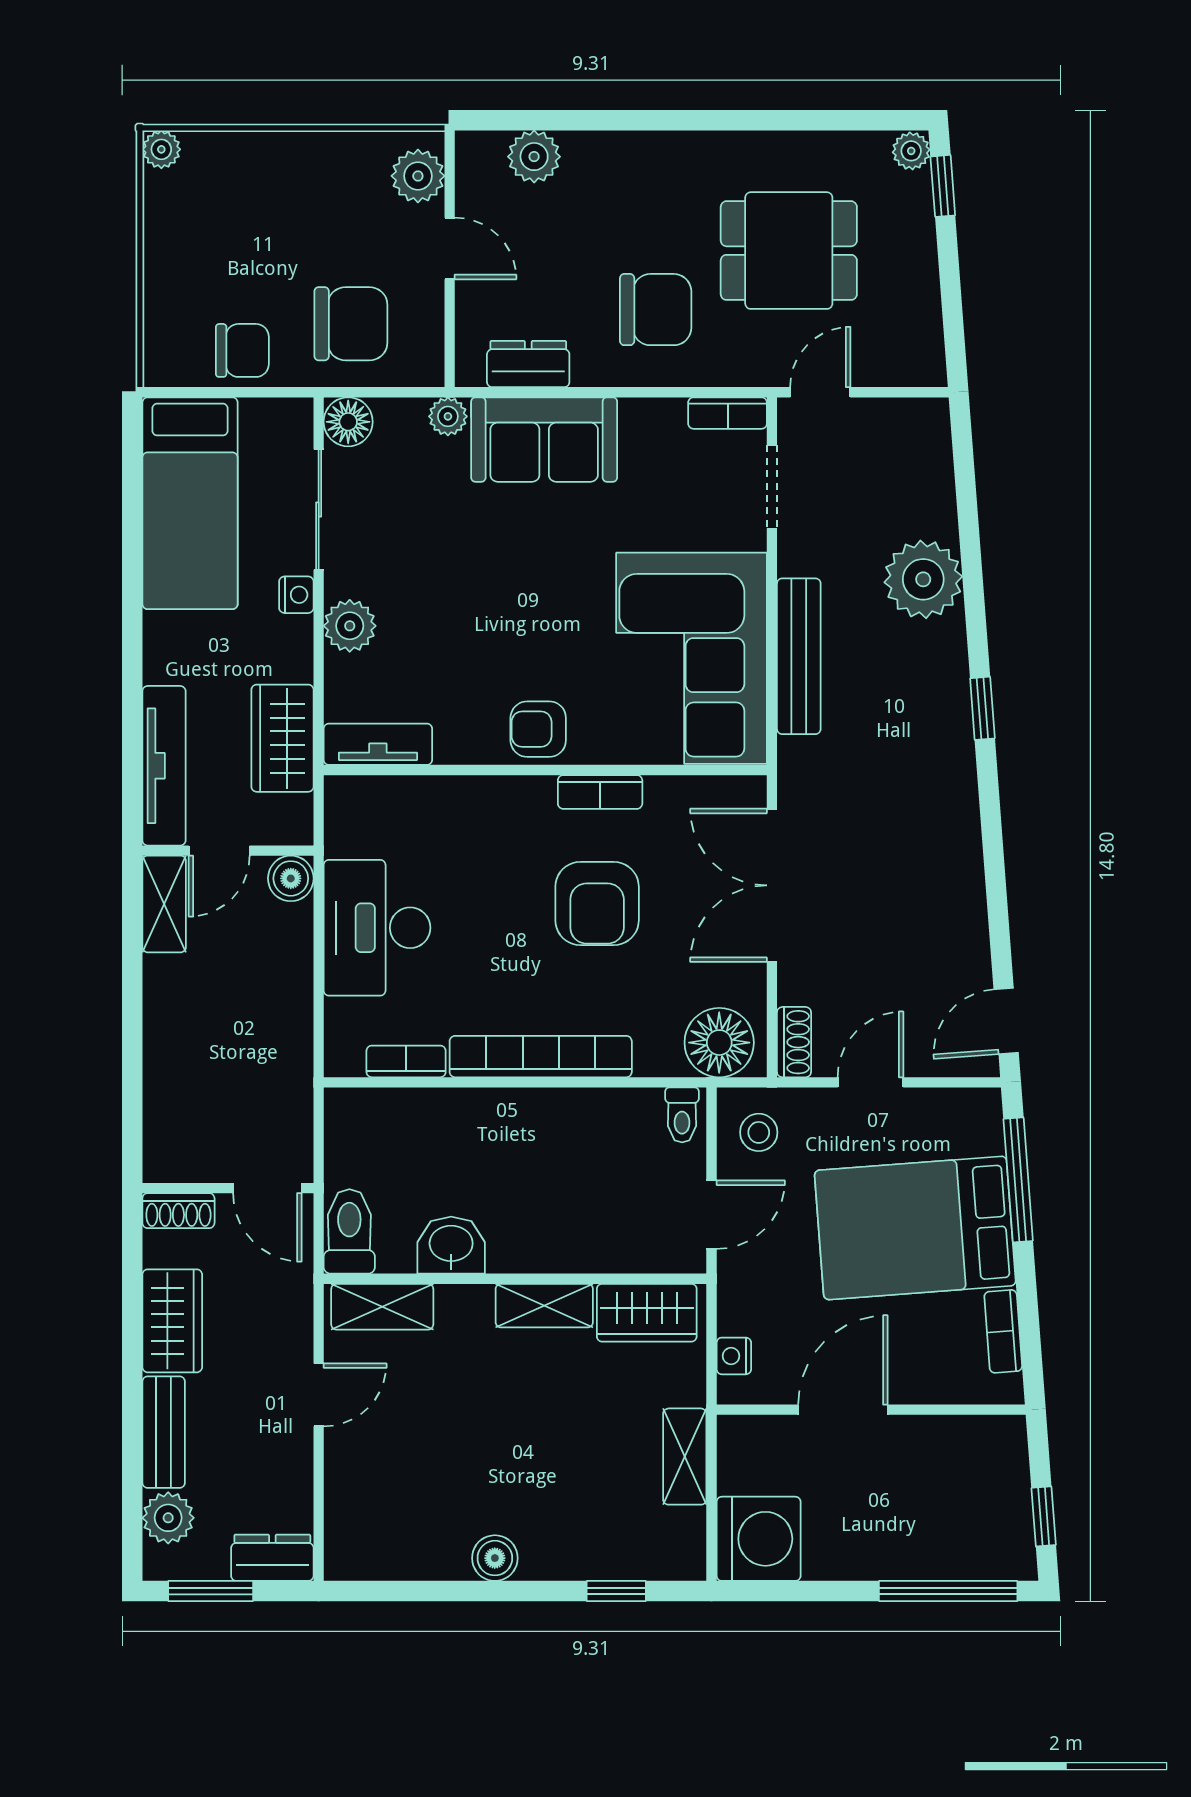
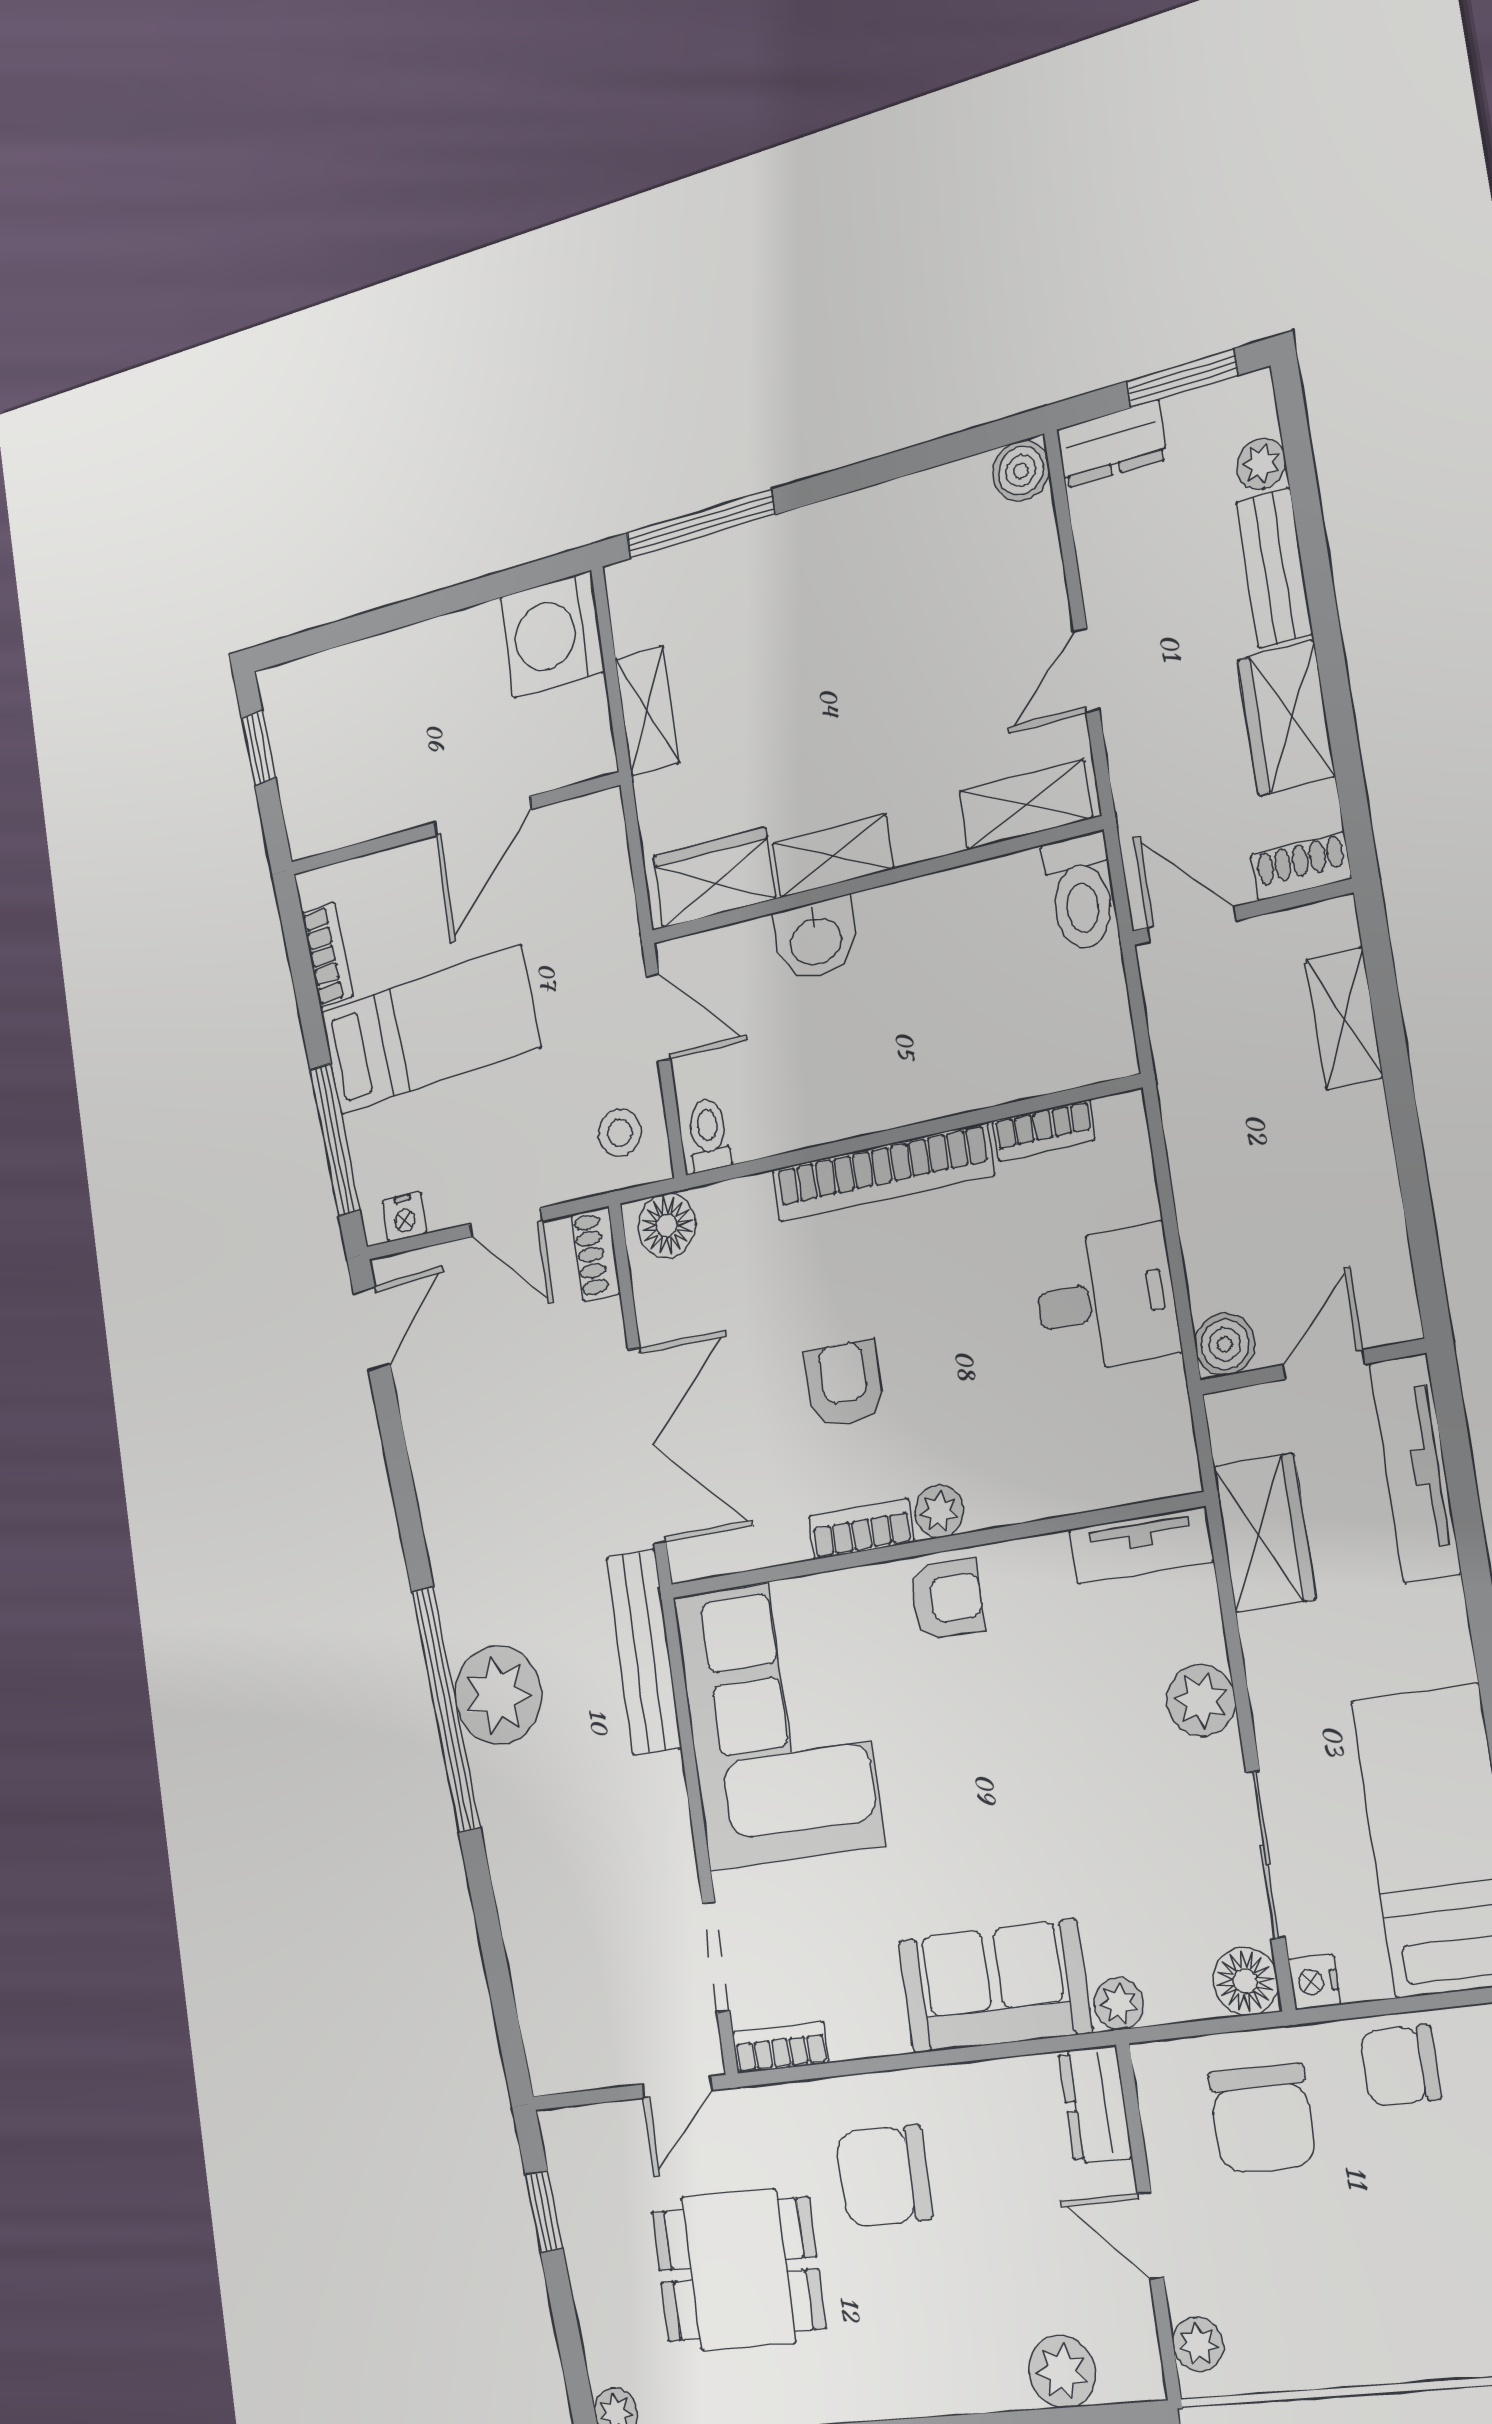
plant: (418, 176) -> (1198, 2344), width x0.73, depth x0.73
window: (943, 186) -> (544, 2212), moved
chair: (351, 324) -> (1262, 2118), turned -90
dresser: (528, 364) -> (1095, 2104), moved, turned 90
plant: (923, 579) -> (498, 1695), moved
nightstand: (296, 595) -> (1314, 1982), moved
bench: (799, 656) -> (644, 1652), moved
window: (982, 708) -> (446, 1709), width x3.17
plant: (534, 795) -> (939, 1511), added
armchair: (597, 903) -> (844, 1384), width x0.72, depth x0.72
shelving: (164, 904) -> (1344, 1019), moved
desk: (377, 928) -> (1106, 1300), width x0.73
floor lamp: (719, 1043) -> (667, 1226), width x0.73, depth x0.73
door: (870, 1082) -> (506, 1222), hinge flipped
door: (711, 1215) -> (658, 1018), swing flipped
bed: (915, 1228) -> (430, 1030), width x0.67
washbasin: (451, 1245) -> (816, 940), moved
nightstand: (734, 1356) -> (405, 1217), moved, turned 90
plant: (168, 1518) -> (1261, 464), width x0.73, depth x0.73
boiler: (495, 1558) -> (1021, 471), moved
window: (616, 1591) -> (701, 524), width x2.17
window: (948, 1591) -> (344, 632), removed

